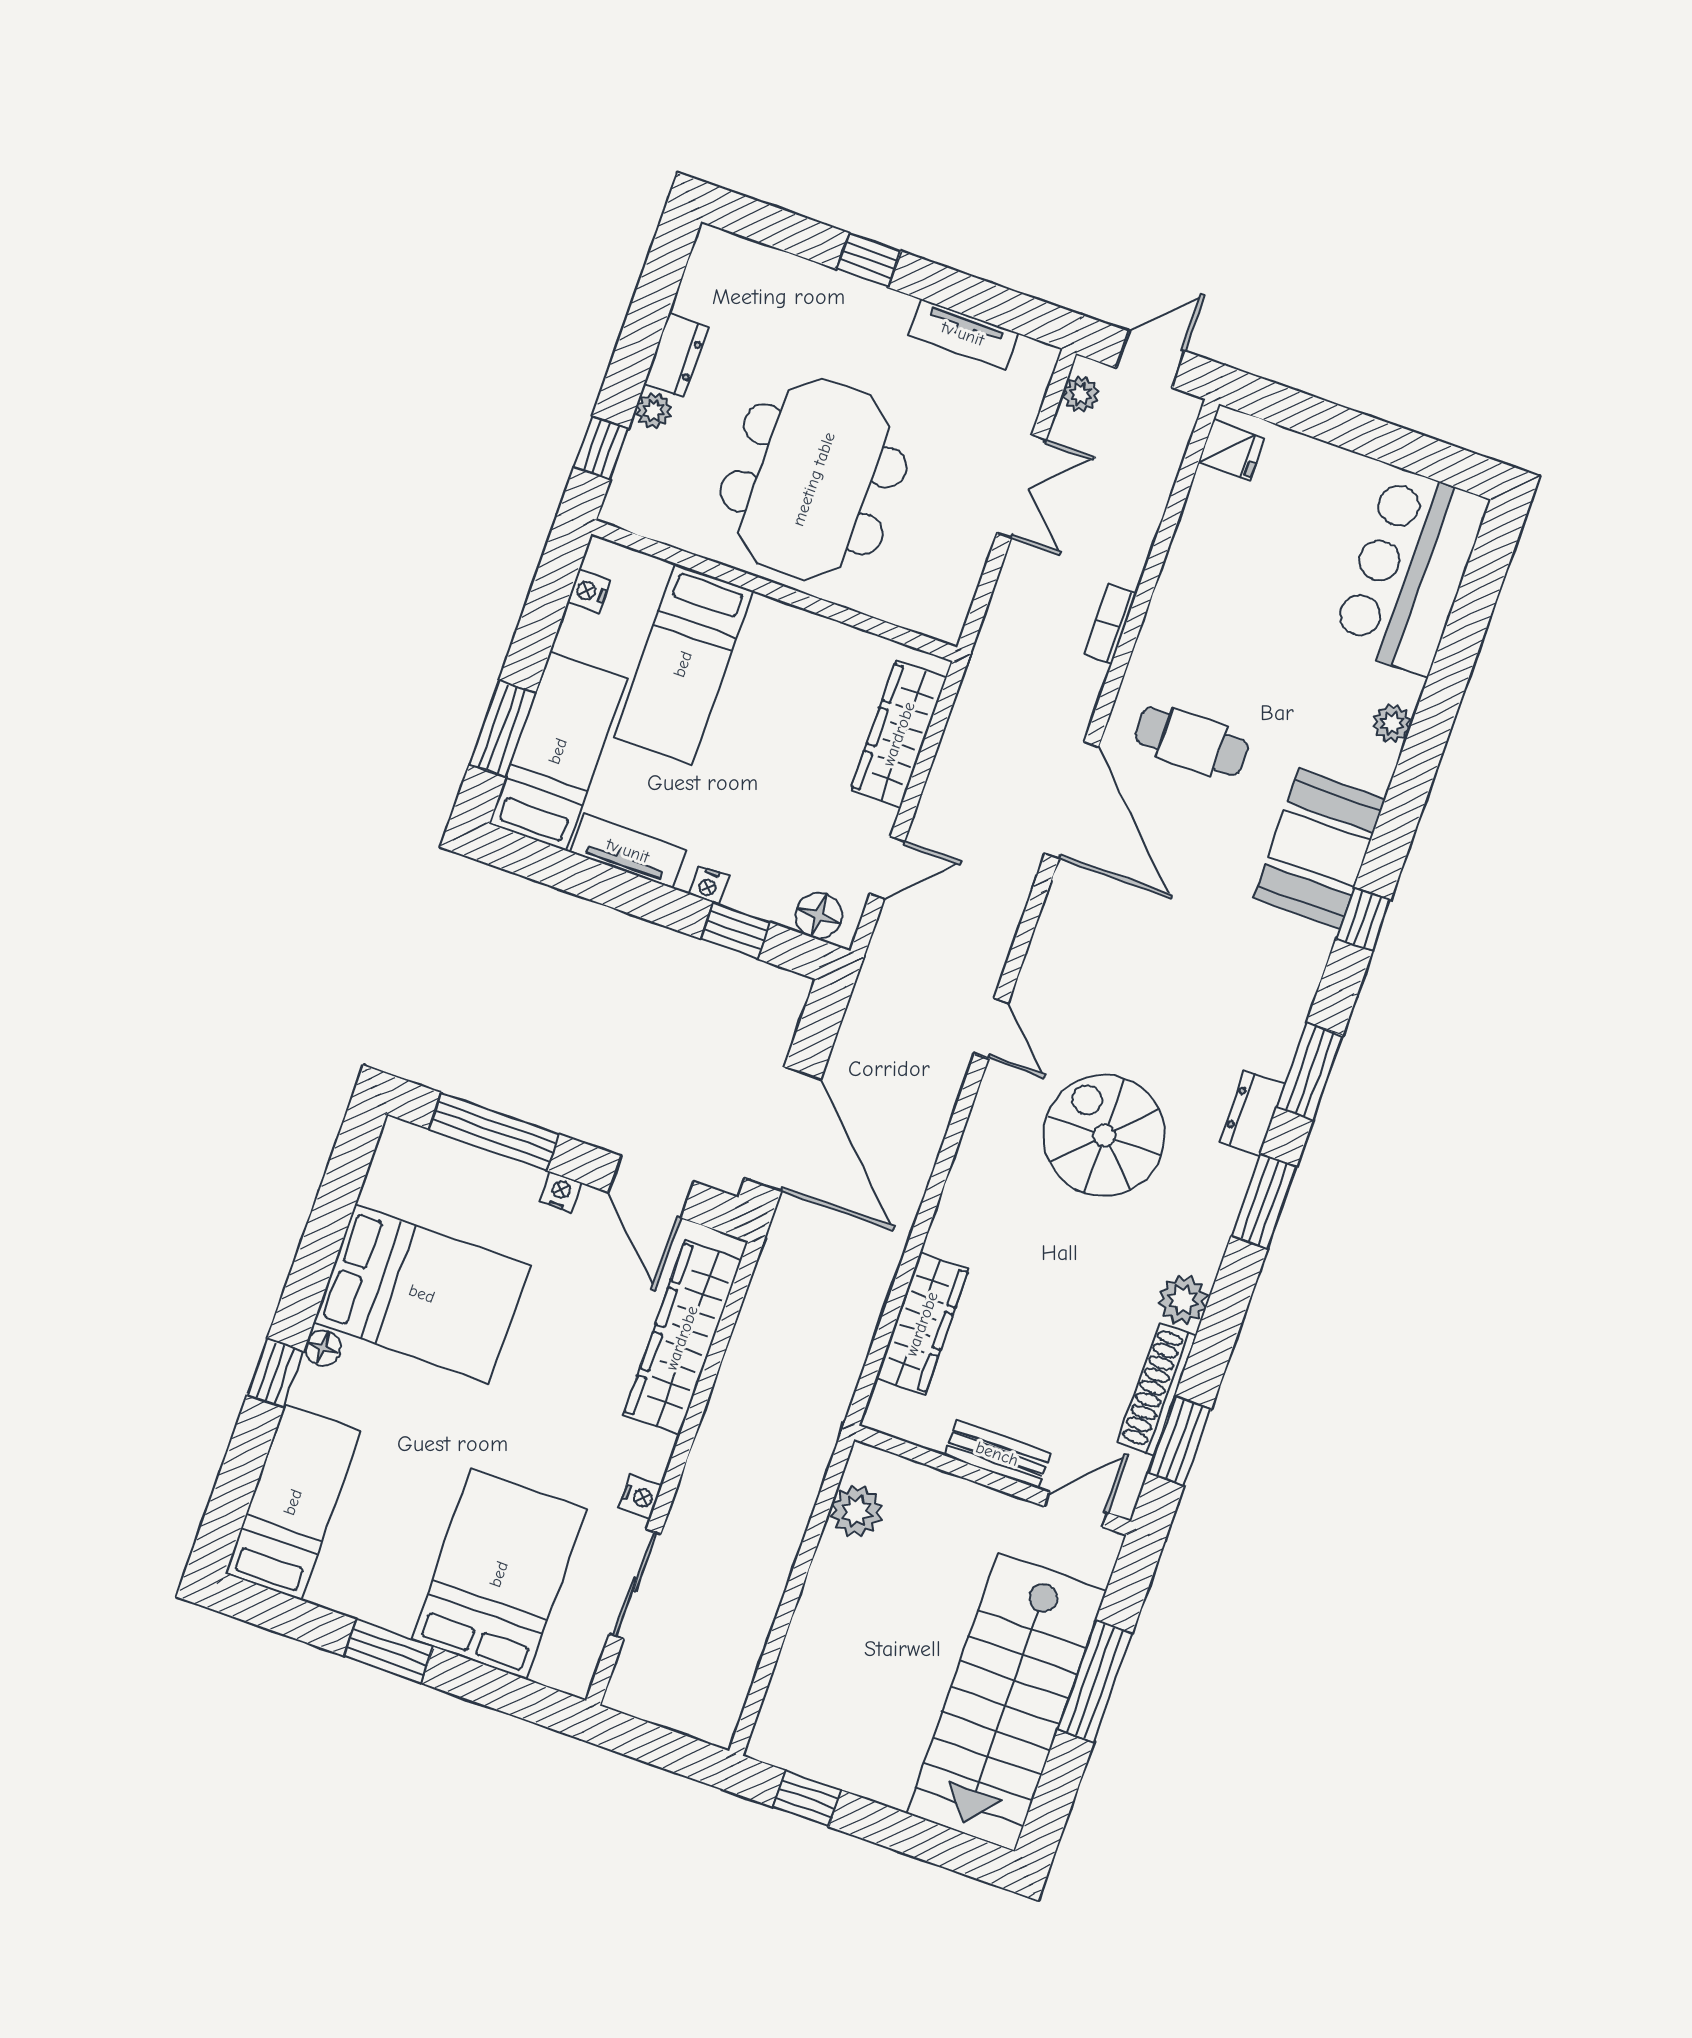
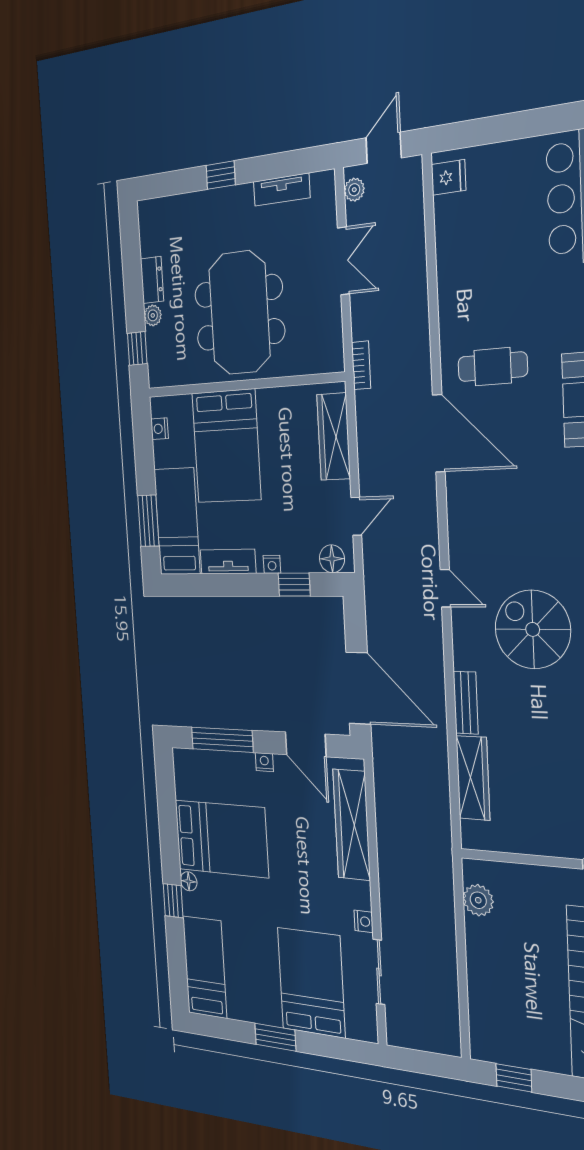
bookcase: (1110, 624) -> (361, 365), moved, turned 180
bed: (683, 664) -> (226, 446), width x1.50
bench: (997, 1454) -> (466, 703), moved, turned 90

